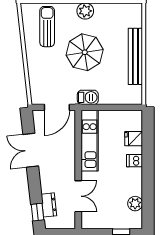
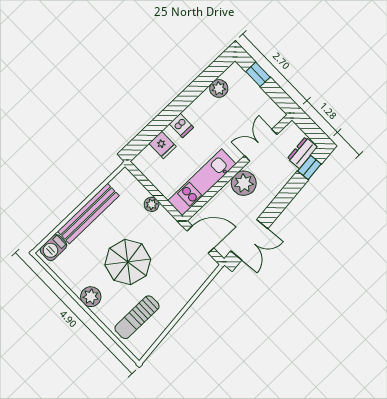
barbecue: (88, 97) -> (53, 248), moved, turned -90
plant: (105, 99) -> (152, 204), added
double door: (31, 150) -> (249, 240), moved
plant: (65, 165) -> (244, 183), added
dresser: (49, 205) -> (302, 153), moved

